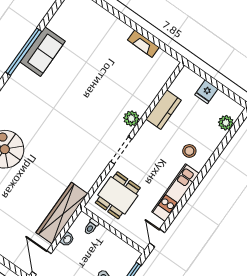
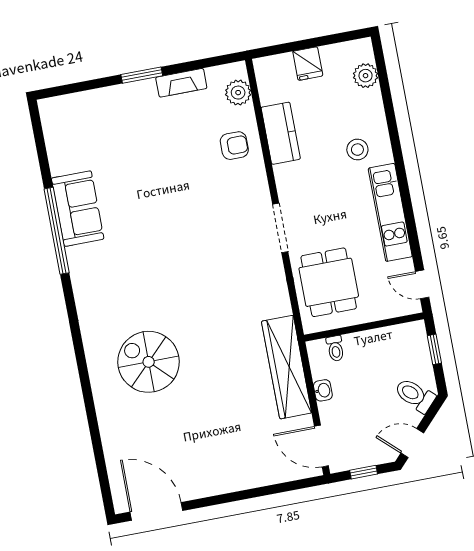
window: (130, 23) -> (142, 75), added
armchair: (138, 94) -> (234, 146), added
plant: (131, 118) -> (238, 93), moved

